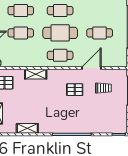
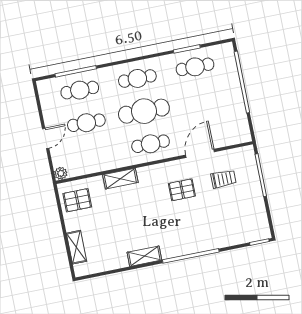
cafe table: (100, 33) -> (195, 67), moved
shelving: (27, 128) -> (144, 256), moved

